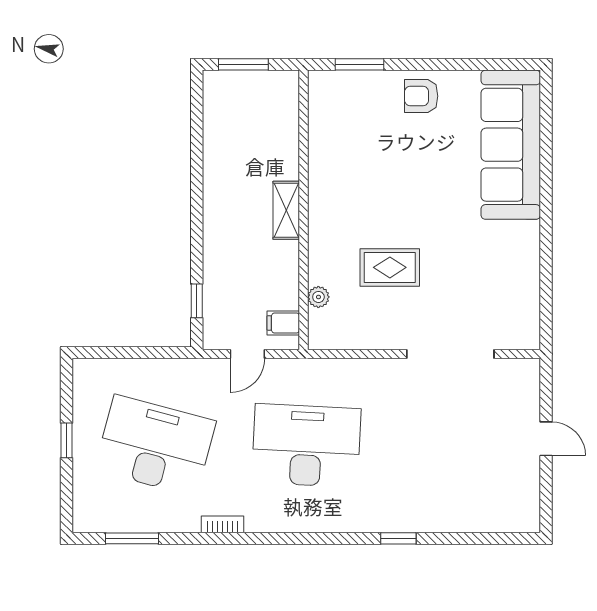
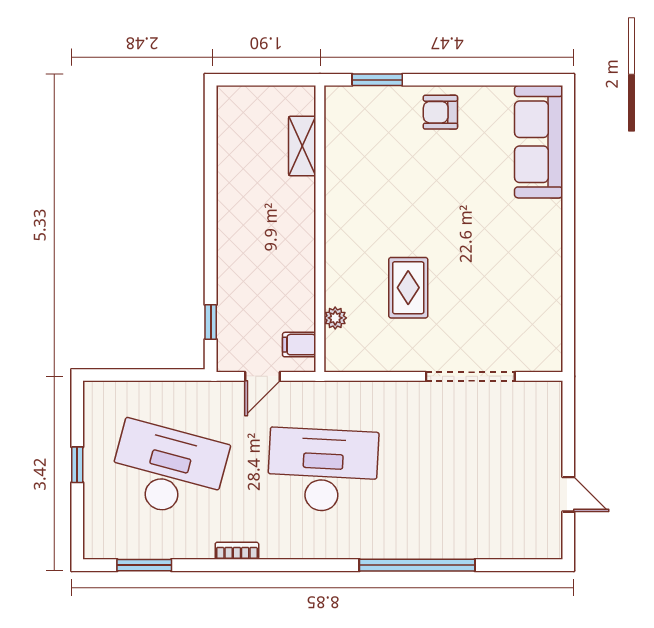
window: (243, 64) -> (258, 80), removed
sofa: (511, 145) -> (539, 142), width x0.74, depth x0.79
shelving: (286, 210) -> (302, 146), moved
rug: (390, 267) -> (408, 288), turned 90
door: (546, 439) -> (568, 494), moved
window: (398, 538) -> (417, 565), width x3.17

